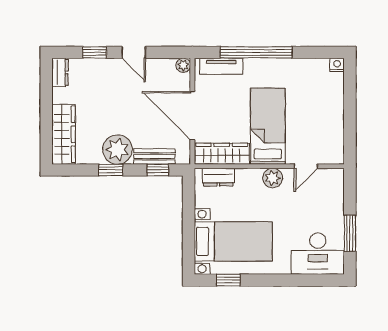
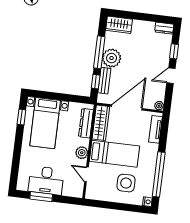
window: (256, 52) -> (159, 174), moved
side table: (312, 102) -> (126, 183), added
wardrobe: (64, 134) -> (119, 25), width x0.67
window: (111, 170) -> (99, 52), width x2.17
dresser: (218, 177) -> (86, 123), width x1.44
desk: (318, 254) -> (46, 180), moved, turned -90

